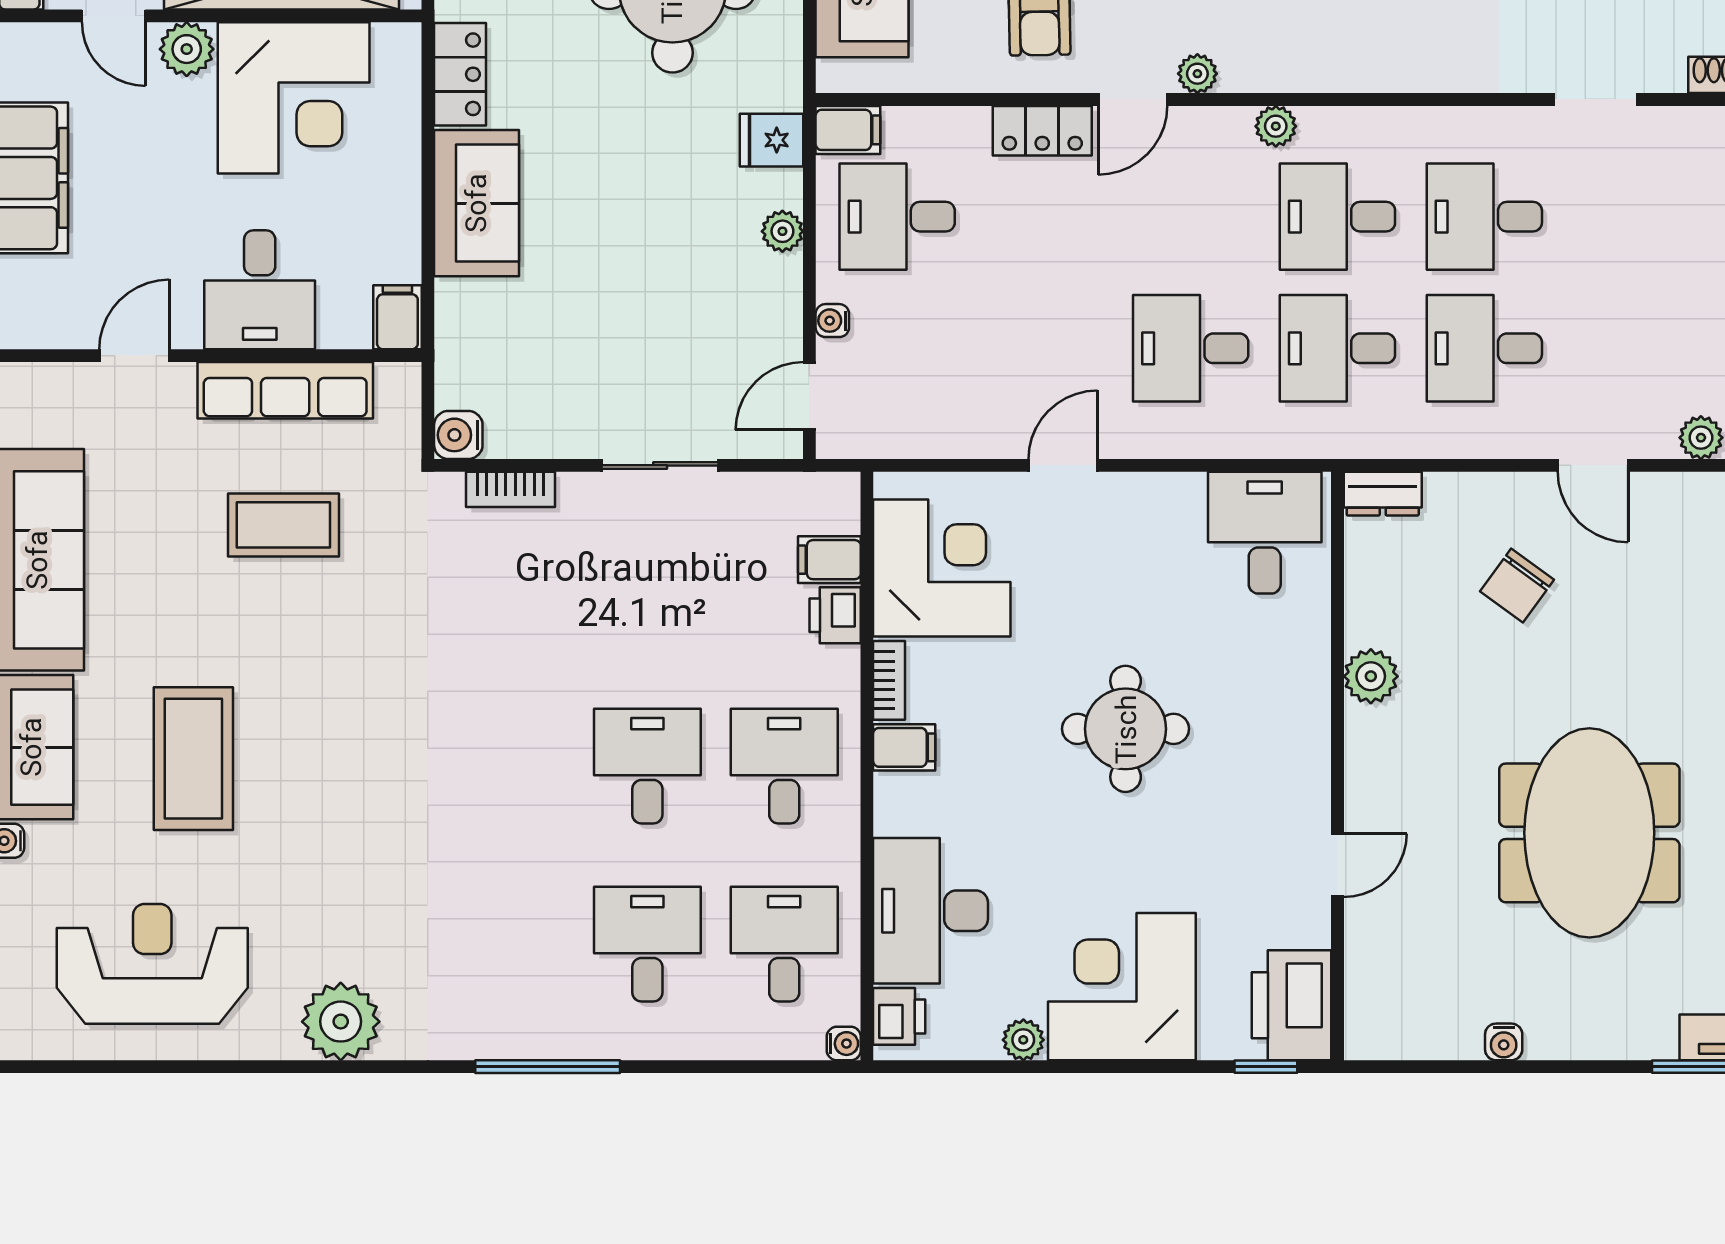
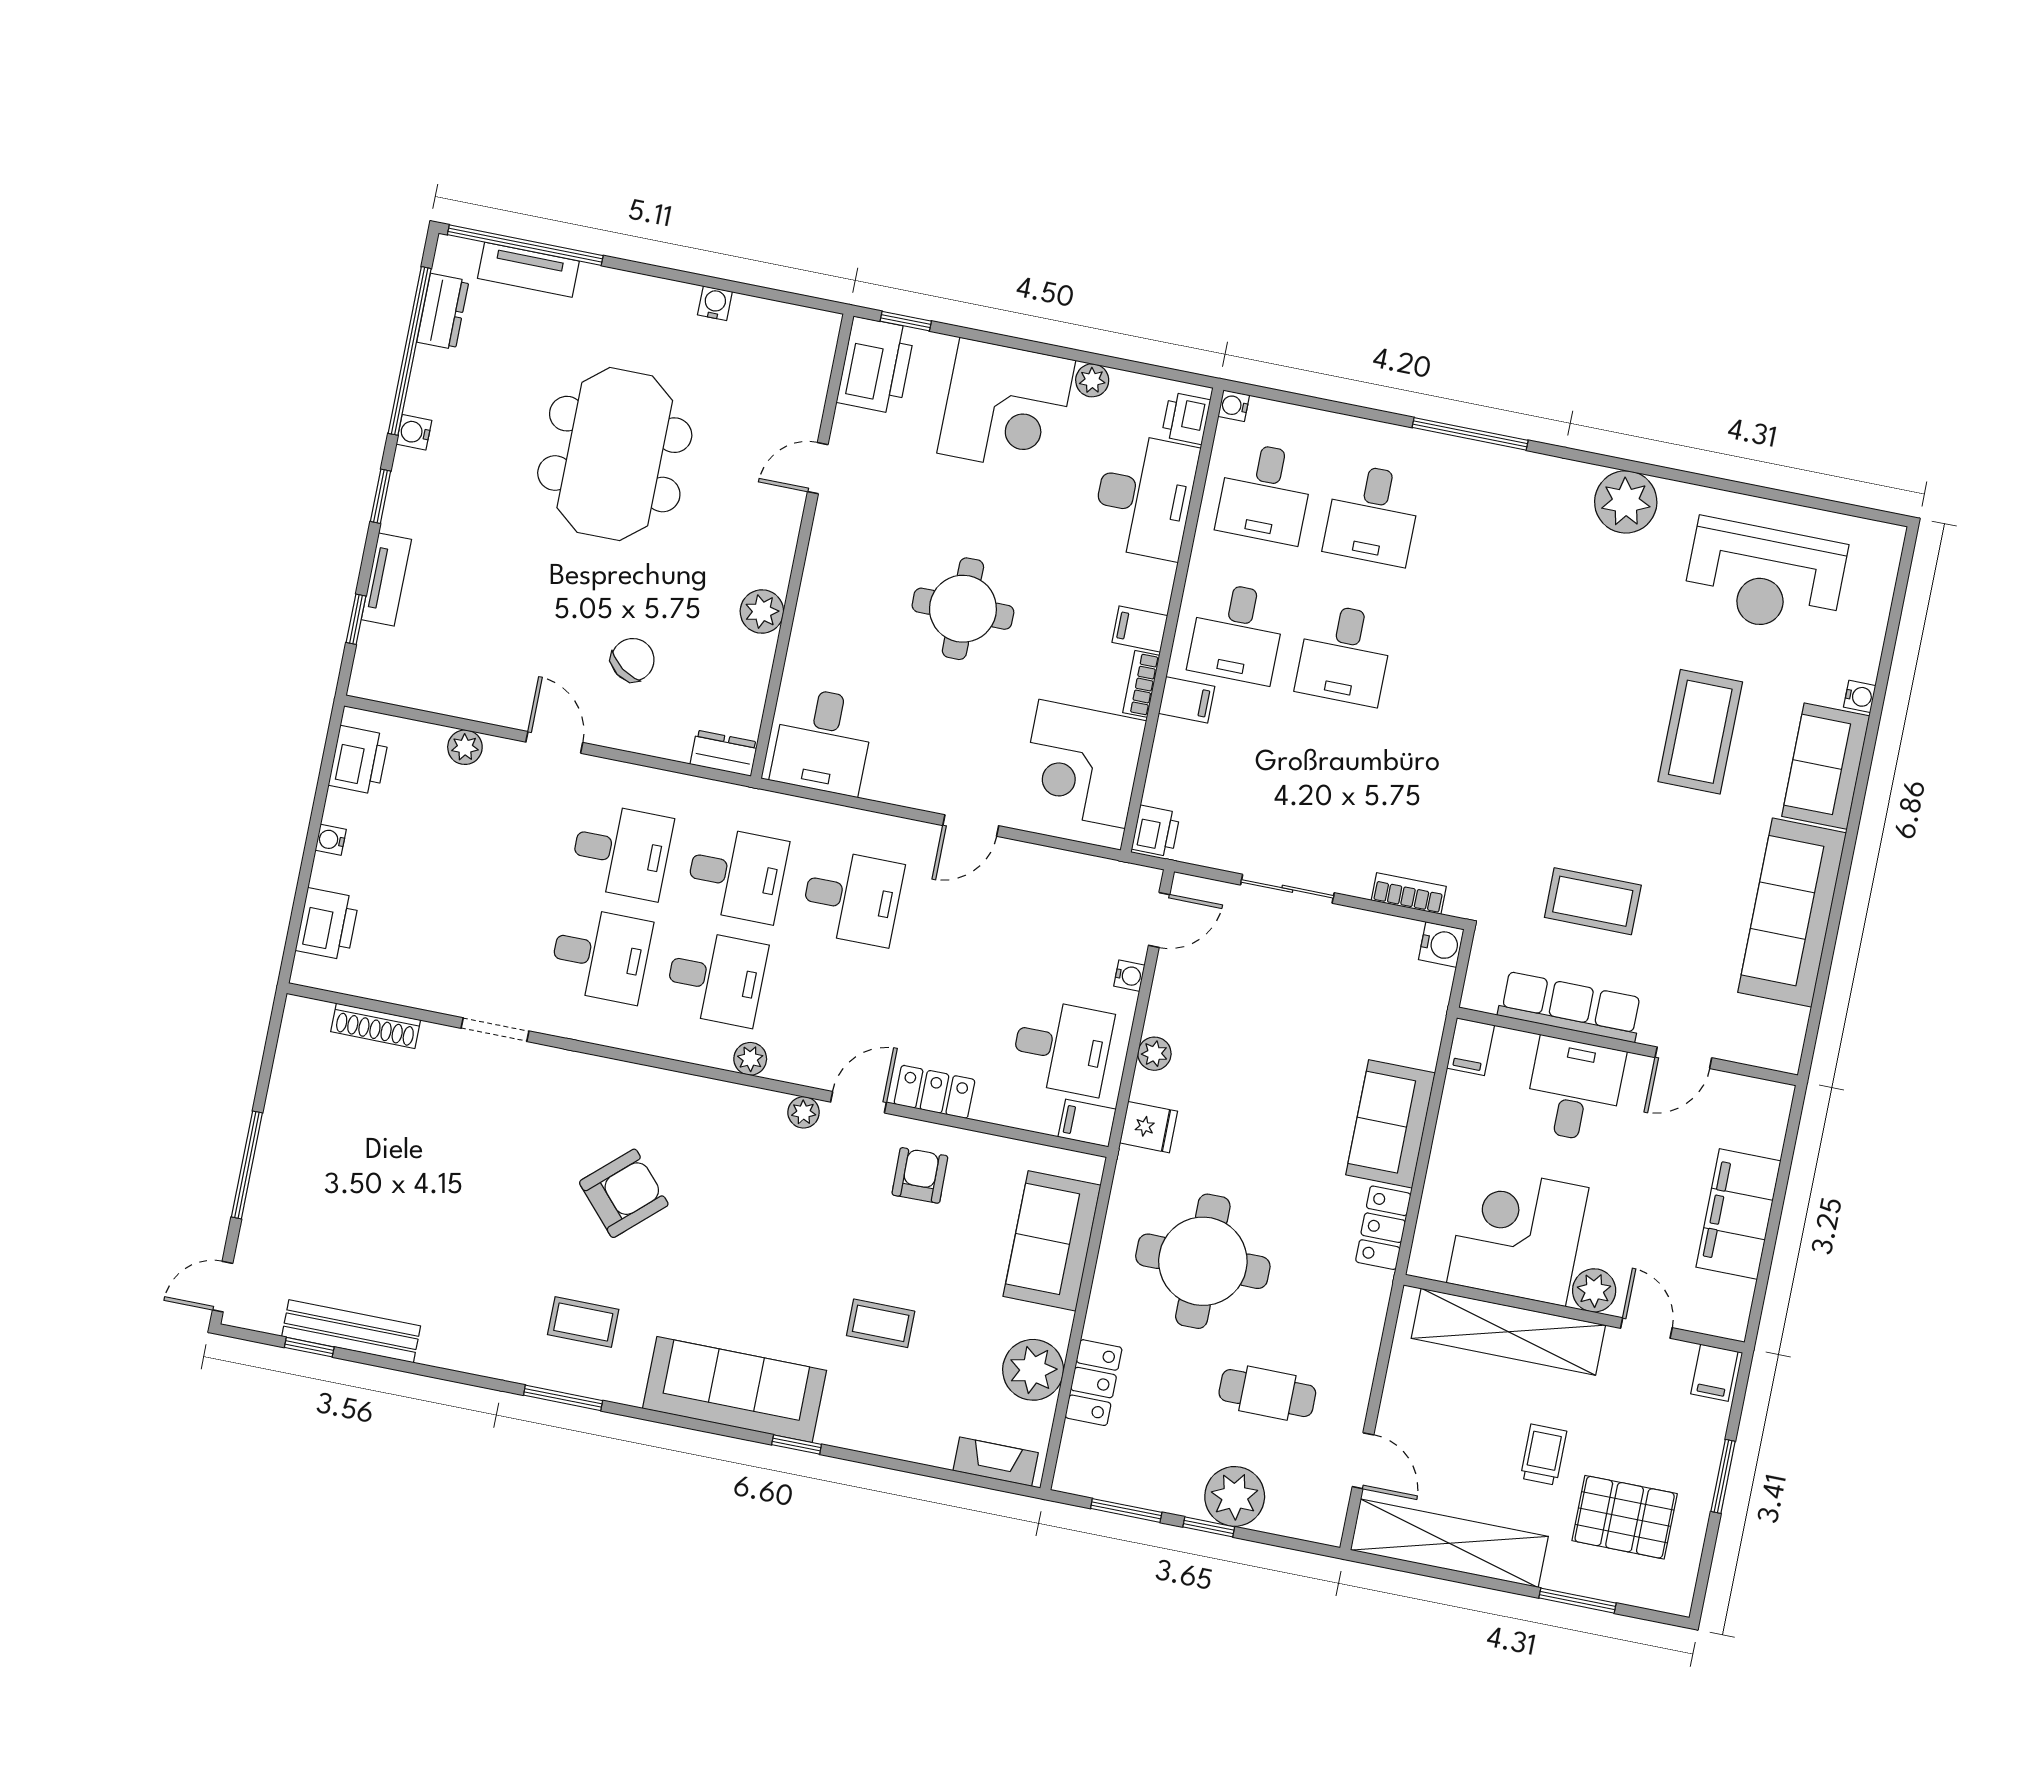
filing cabinet: (829, 560) -> (1187, 700), moved
printer: (835, 615) -> (1156, 831), moved

